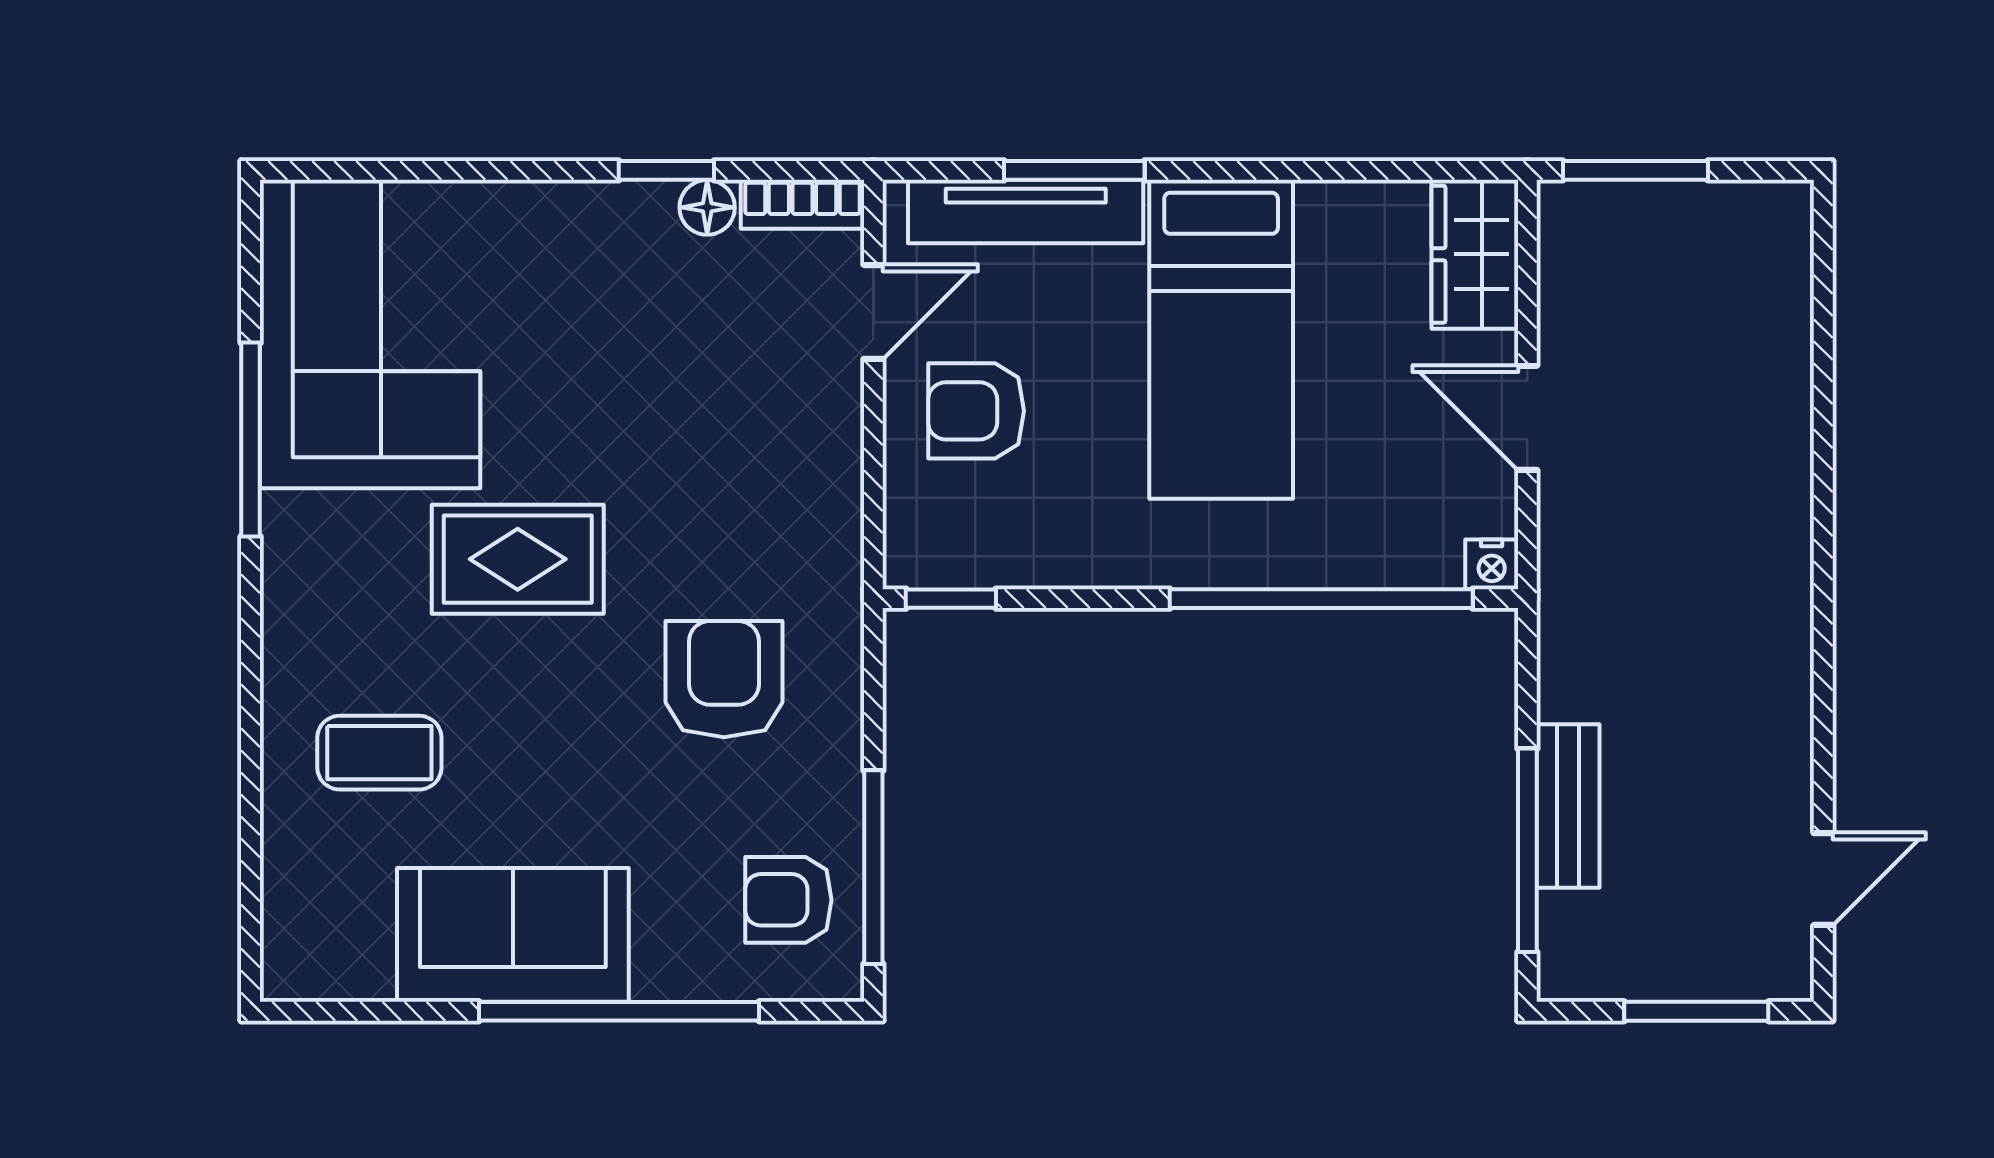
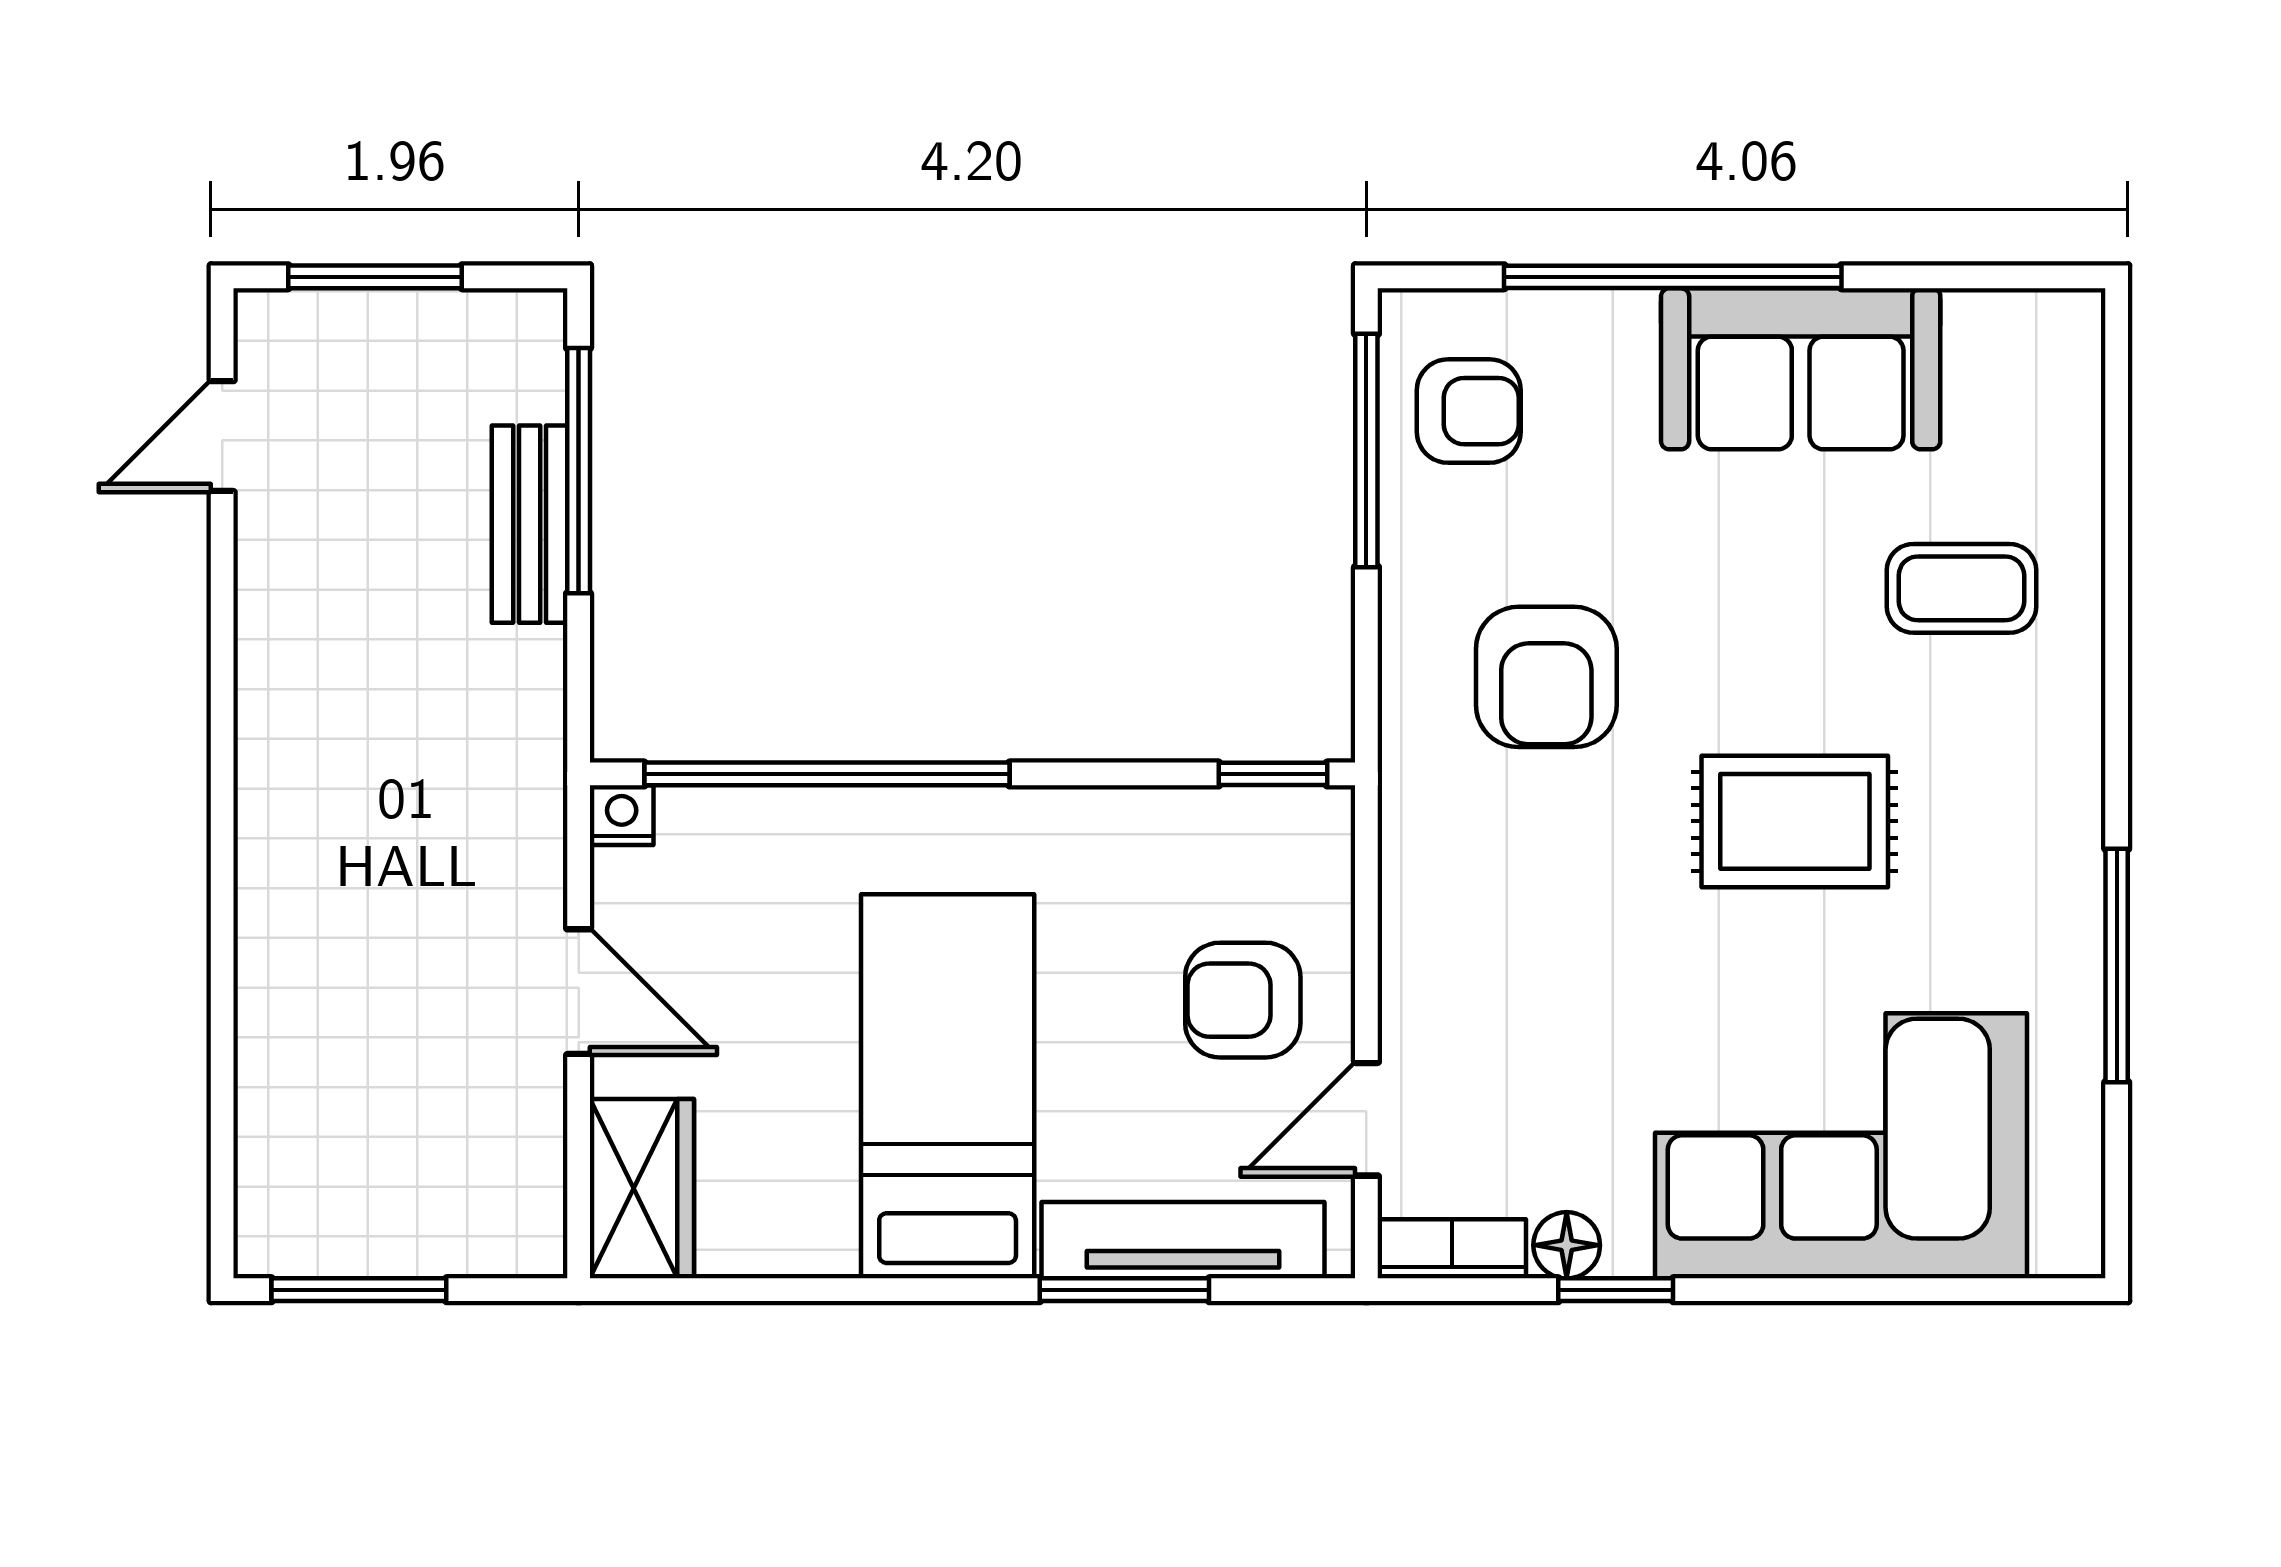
window: (1635, 170) -> (359, 1290), moved
corner sofa: (370, 334) -> (1841, 1146), moved, turned 90
armchair: (976, 411) -> (1243, 1000), turned 180

